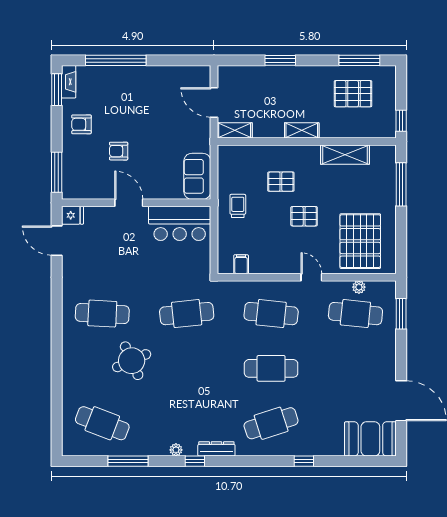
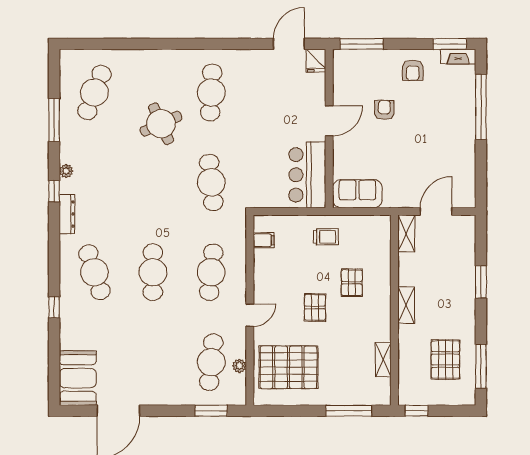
armchair: (81, 124) -> (413, 70), turned 180
shelving: (345, 155) -> (383, 360), width x0.67, depth x0.75

